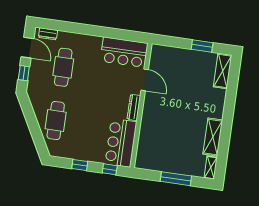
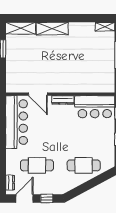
bar counter: (124, 52) -> (17, 122), width x1.36
door: (145, 80) -> (38, 94), swing flipped
shelving: (213, 137) -> (52, 29), moved

